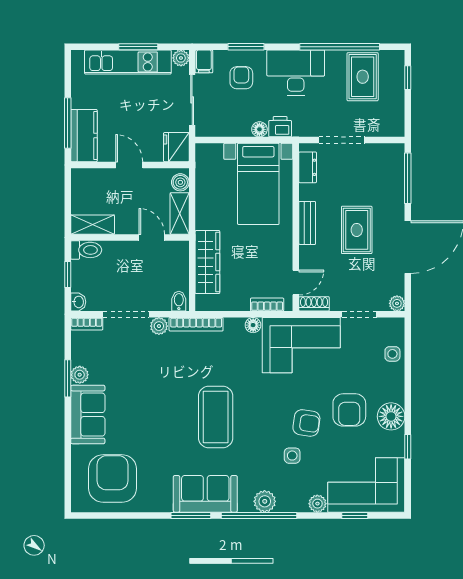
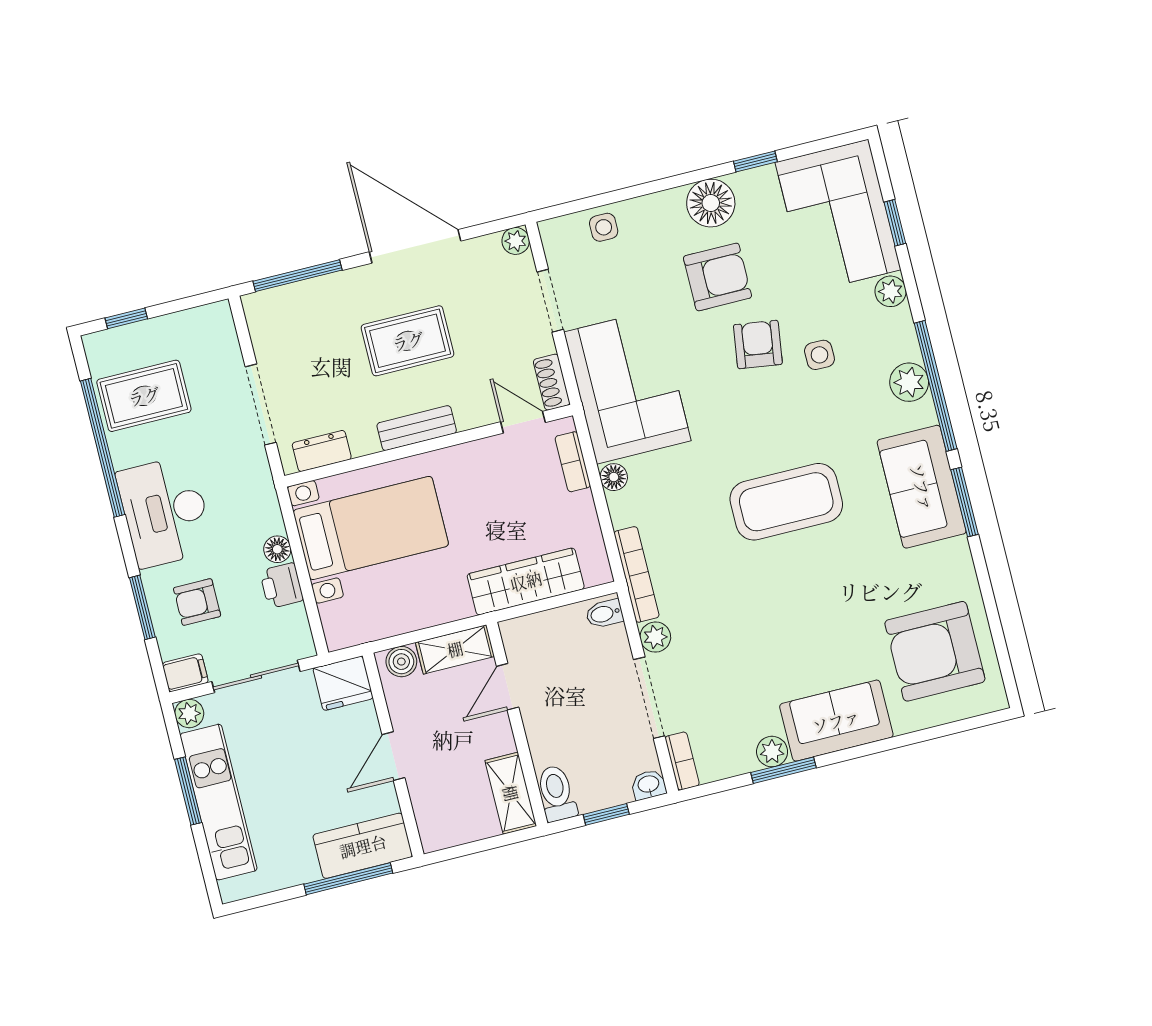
printer: (280, 127) -> (282, 586), moved

